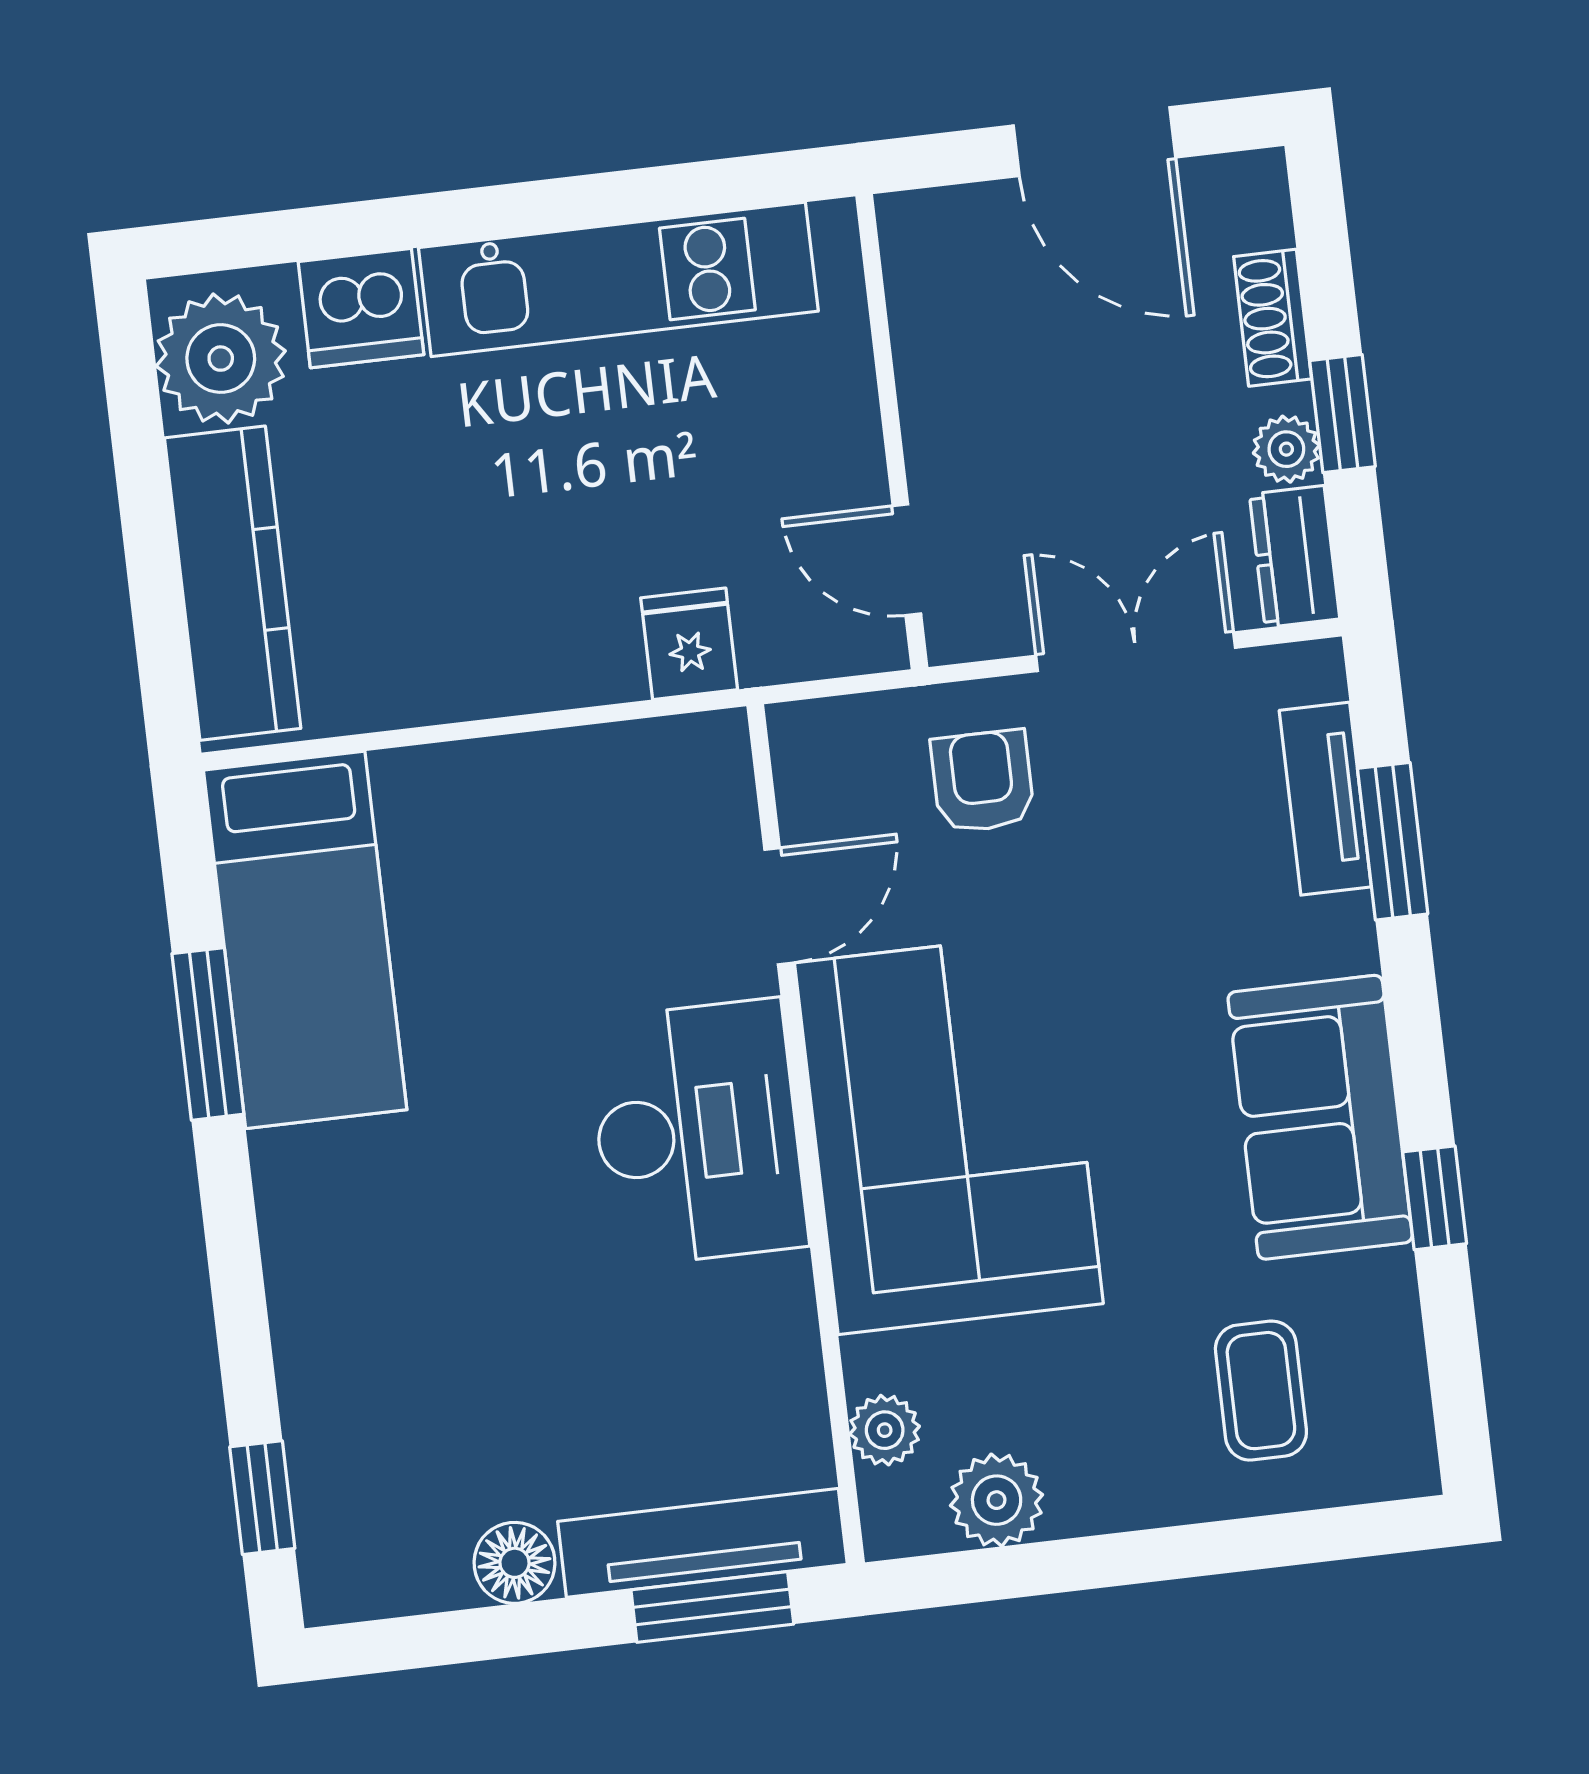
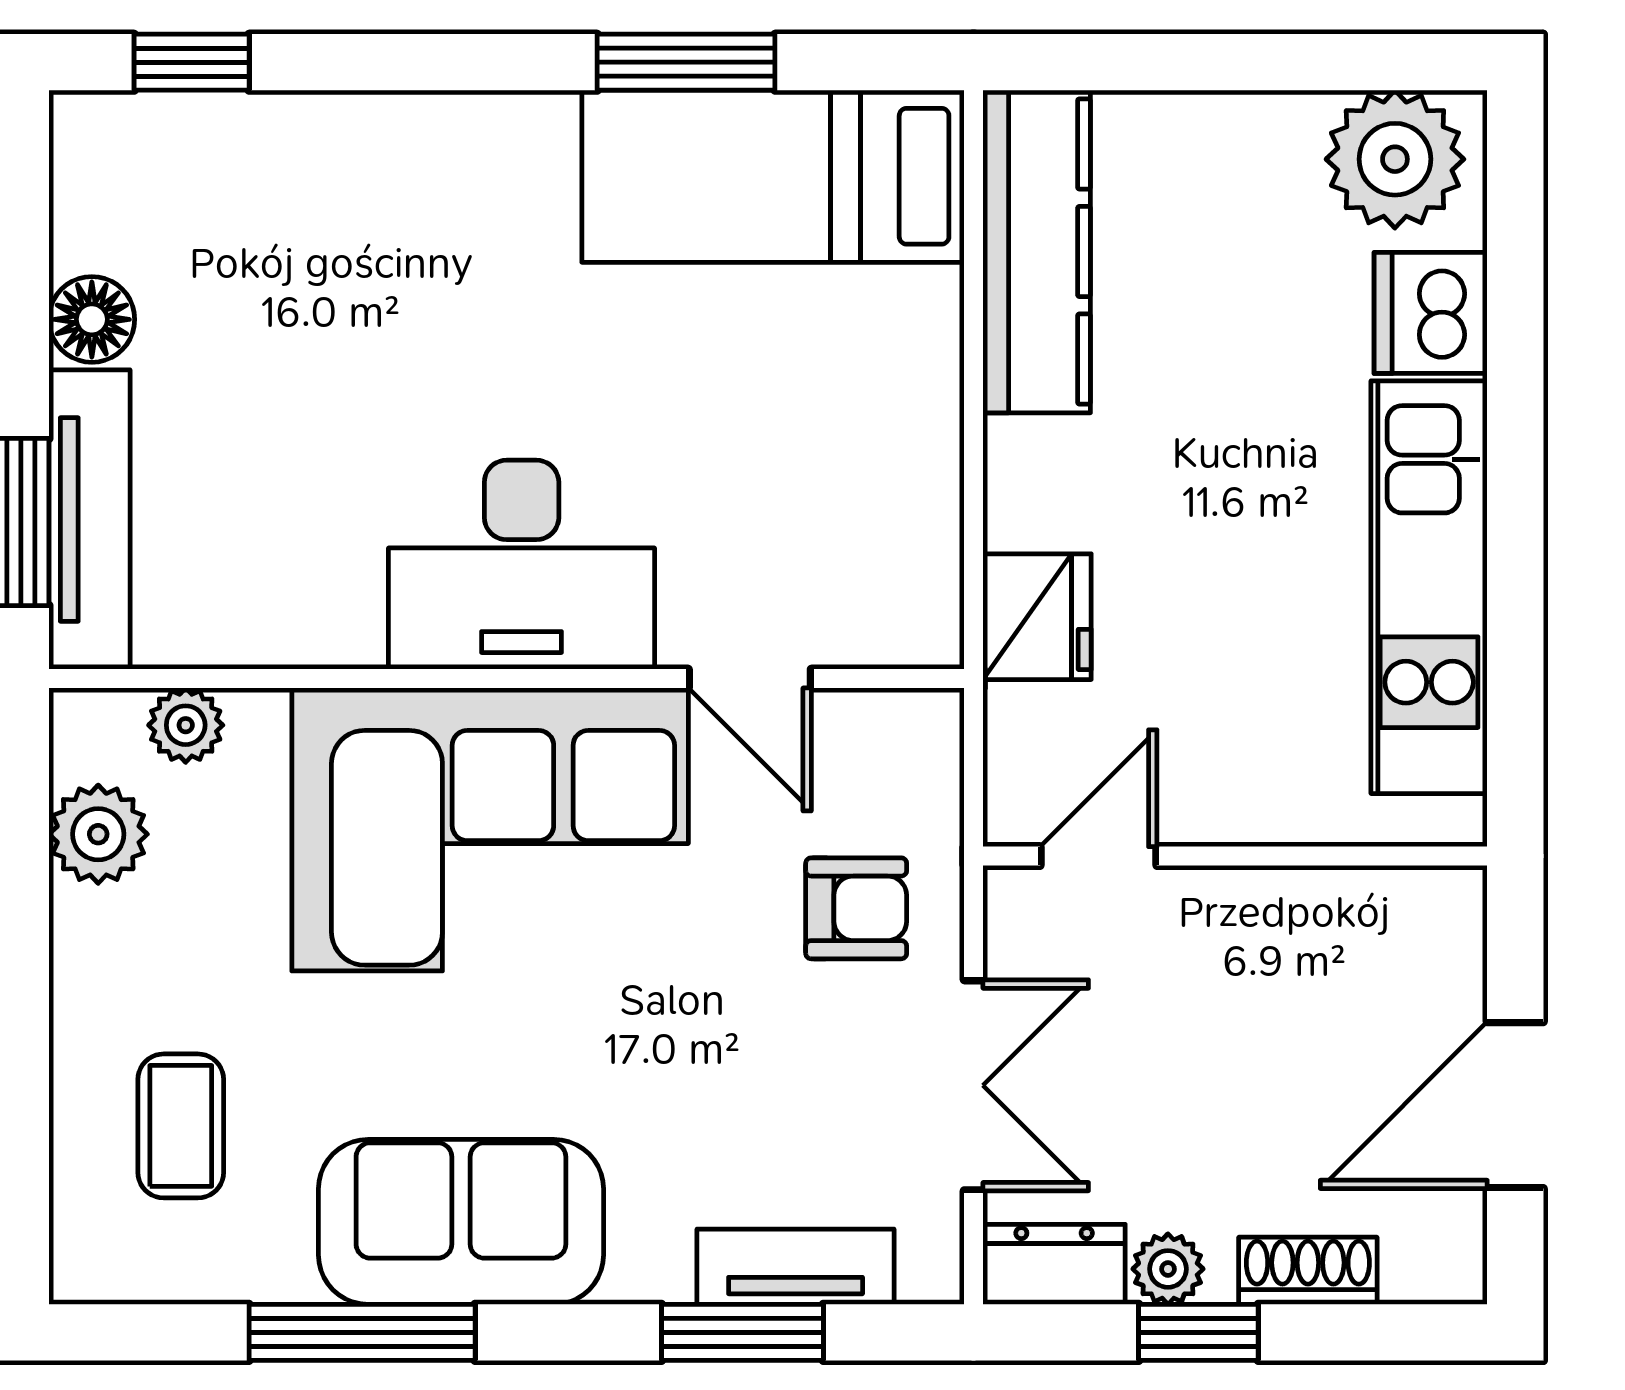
kitchen counter: (233, 583) -> (1037, 251), moved, turned -90
fridge: (689, 644) -> (1037, 617), width x1.38
window: (1435, 1198) -> (362, 1332), width x2.17
coffee table: (1261, 1391) -> (181, 1126), turned 90

